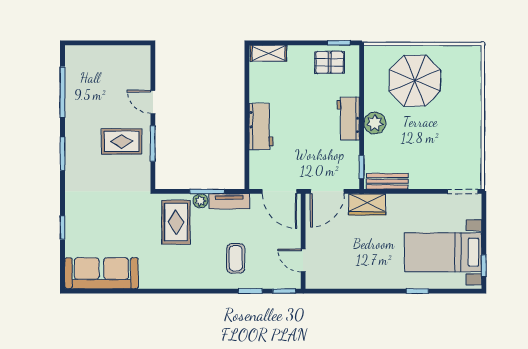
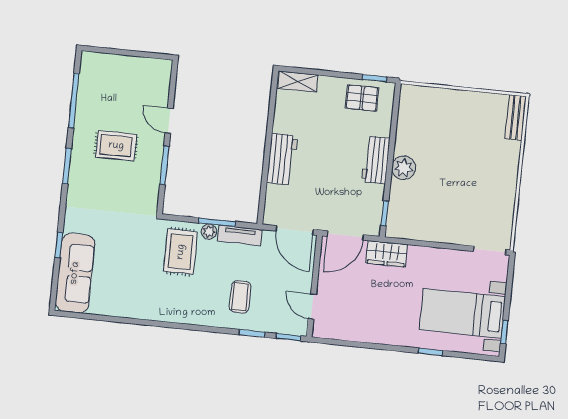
parasol: (415, 81) -> (451, 127), removed
rug: (122, 141) -> (116, 146), moved
bench: (387, 181) -> (515, 118), moved, turned 90
sofa: (101, 273) -> (75, 273), moved, turned 90

